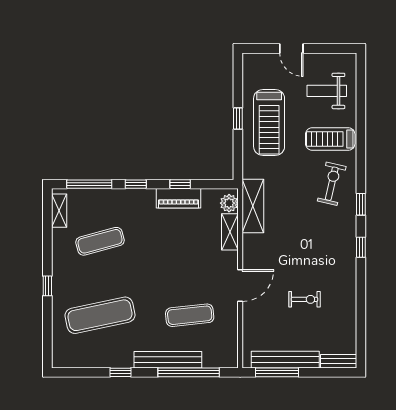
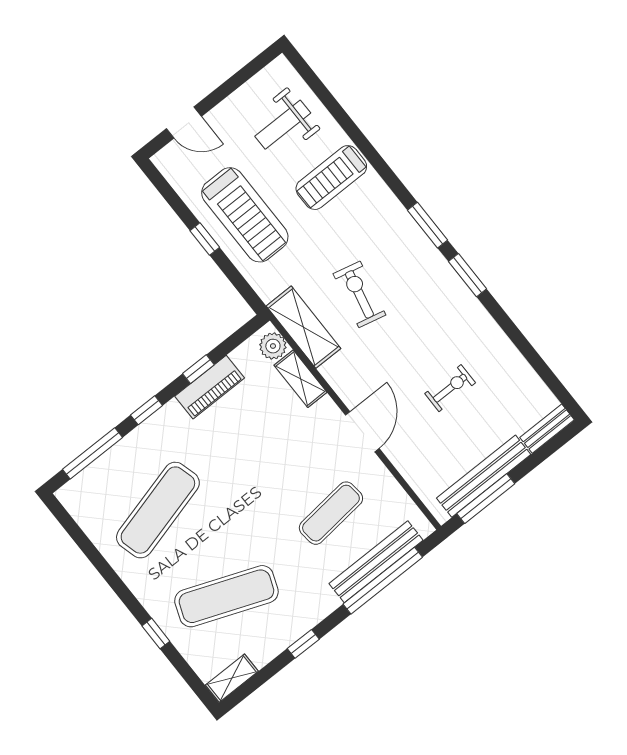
door: (291, 48) -> (184, 123), moved
exercise bike: (332, 184) -> (359, 294), moved
window: (361, 204) -> (428, 225), width x1.50
shelving: (59, 211) -> (232, 678), moved, turned 90
exercise mat: (100, 241) -> (158, 510), width x1.36, depth x1.45
window: (361, 247) -> (467, 275), width x1.50
window: (47, 286) -> (156, 634), moved
exercise mat: (100, 315) -> (226, 596), turned 33
bench: (168, 360) -> (376, 562), moved

